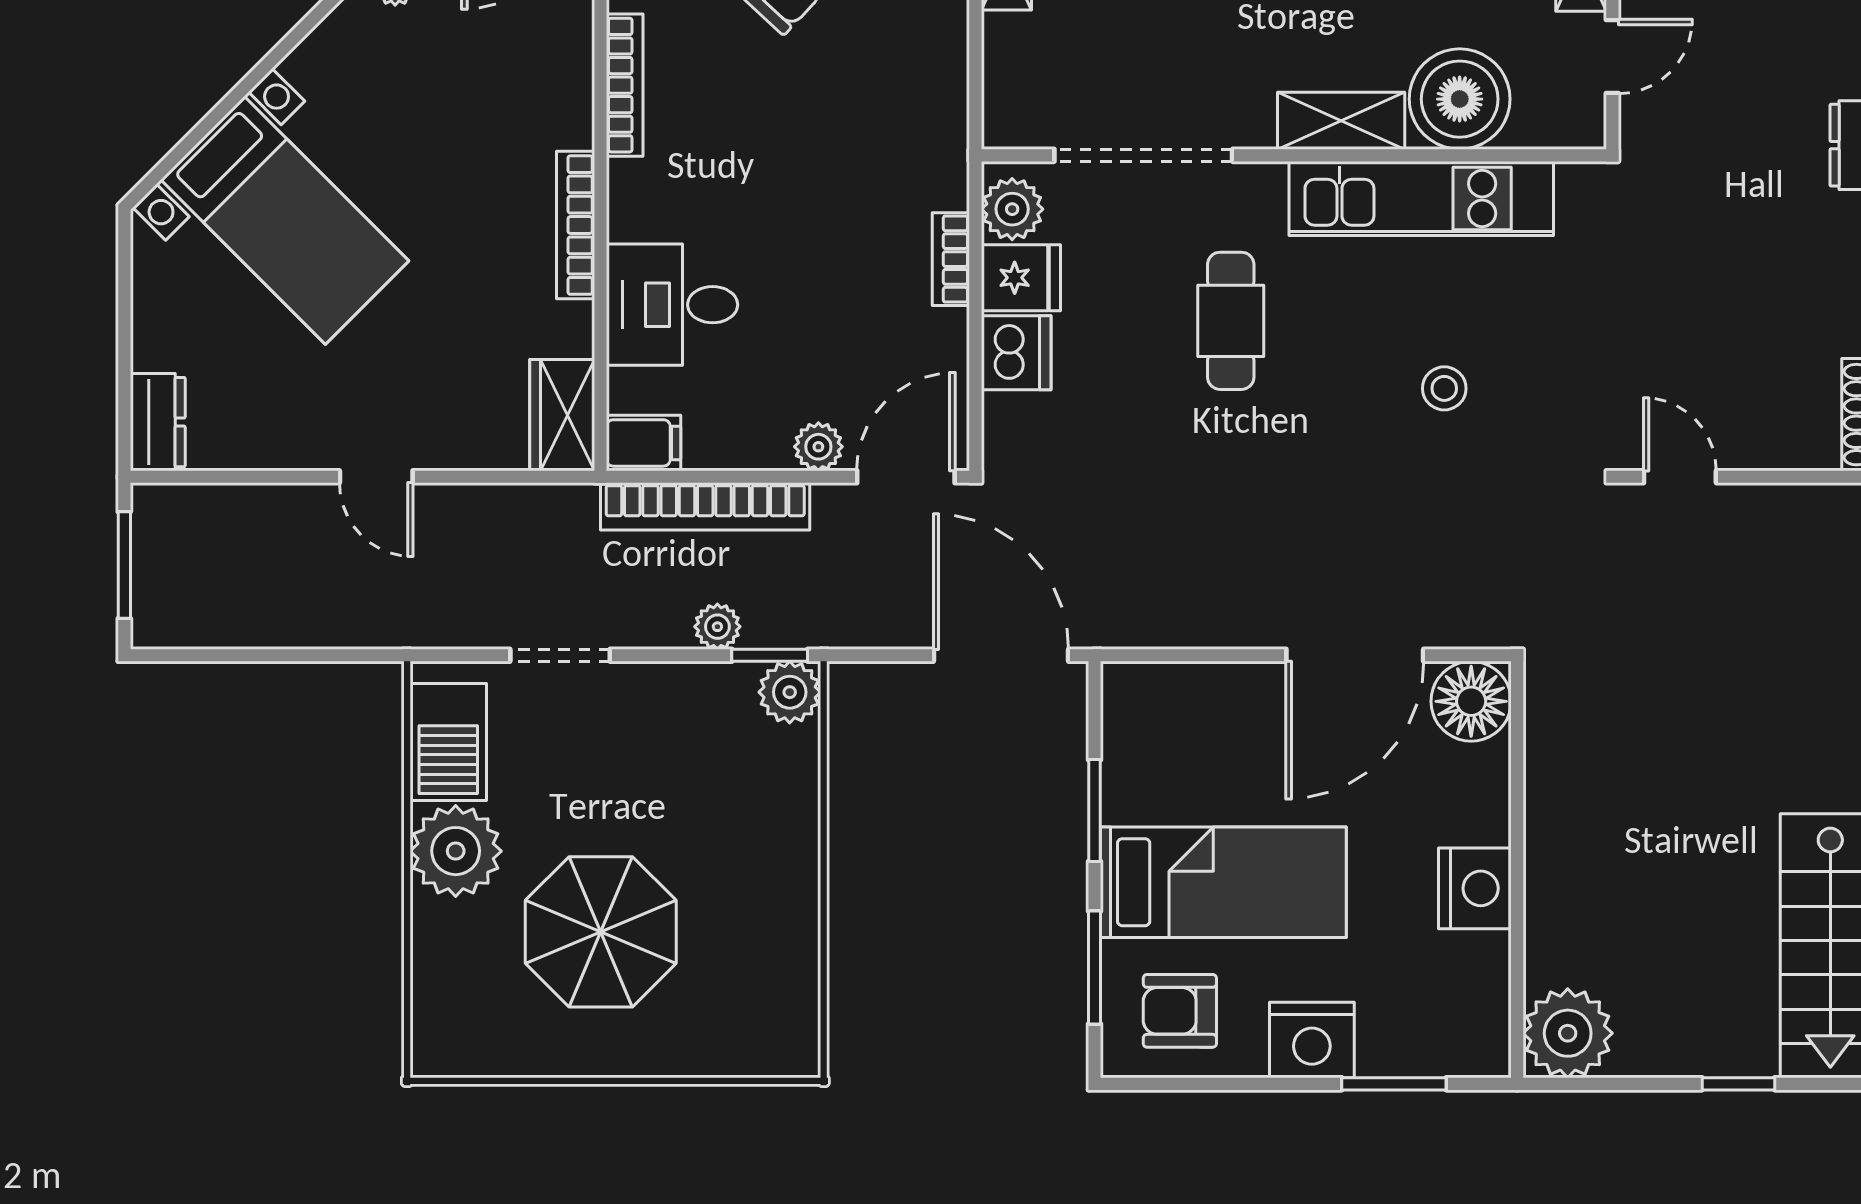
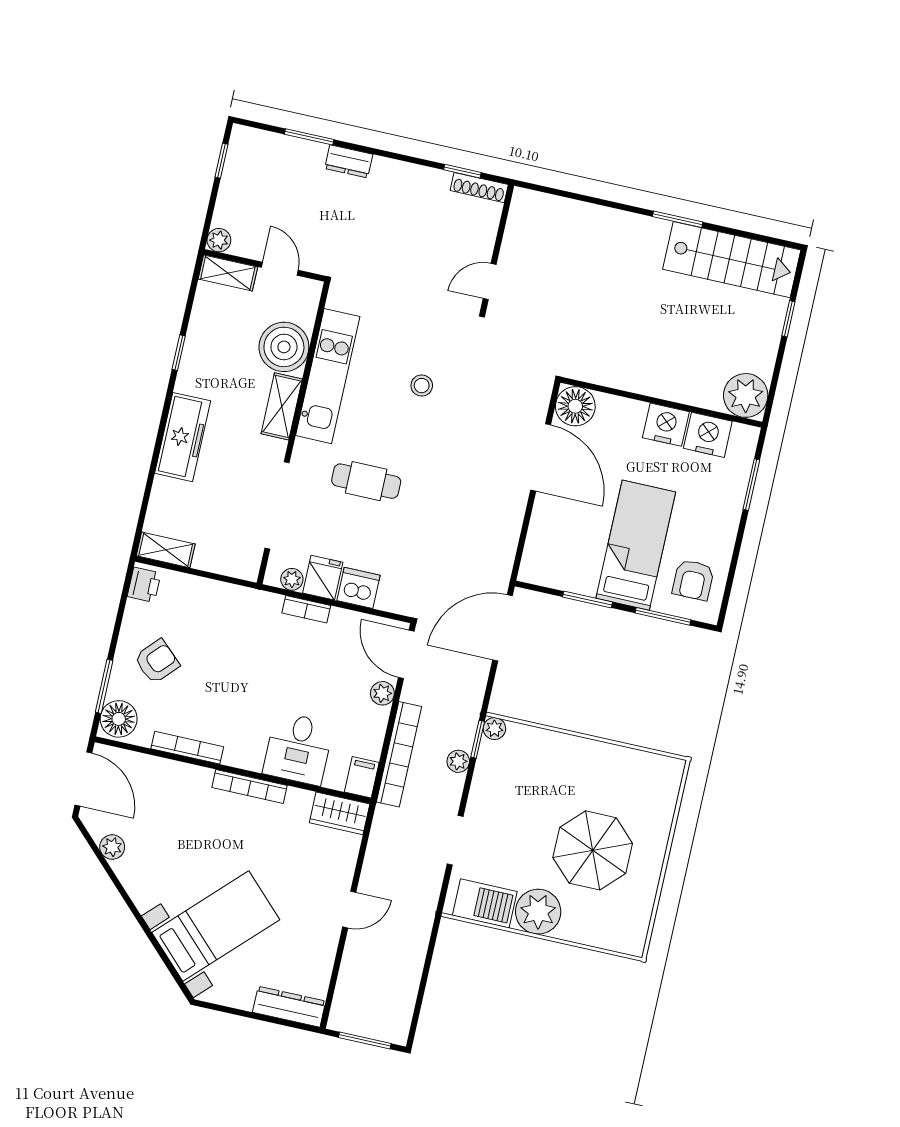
plant: (1012, 209) -> (292, 579), width x0.73, depth x0.73
dresser: (158, 422) -> (289, 1007), width x1.44
plant: (790, 692) -> (494, 729), width x0.73, depth x0.73
nightstand: (1312, 1040) -> (708, 435), moved, turned -90

